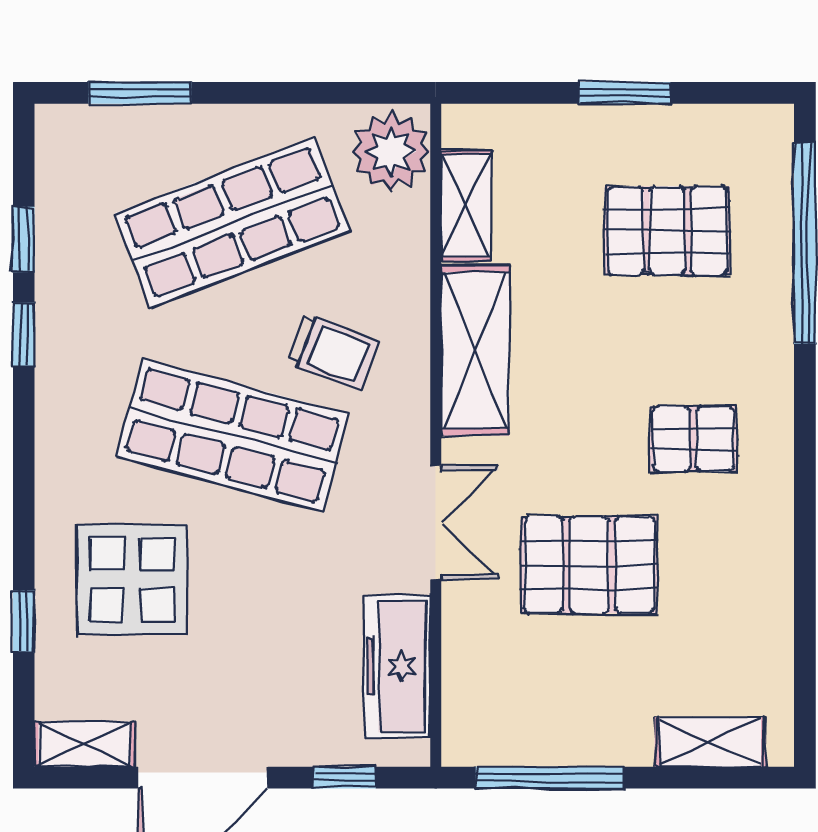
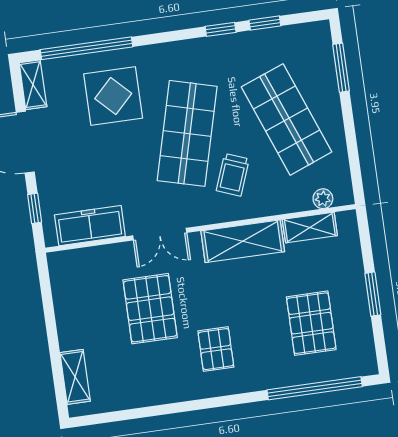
plant: (391, 151) -> (323, 199), width x0.53, depth x0.53
window: (24, 622) -> (86, 48), width x3.17
window: (550, 778) -> (48, 304), removed

